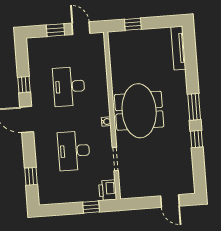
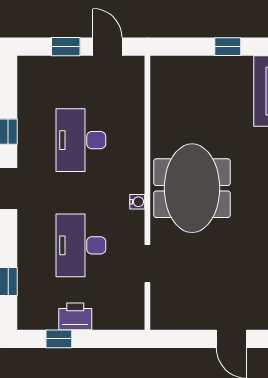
window: (133, 24) -> (228, 47), moved
printer: (108, 190) -> (75, 316), moved, turned 90
window: (91, 207) -> (59, 339), moved

